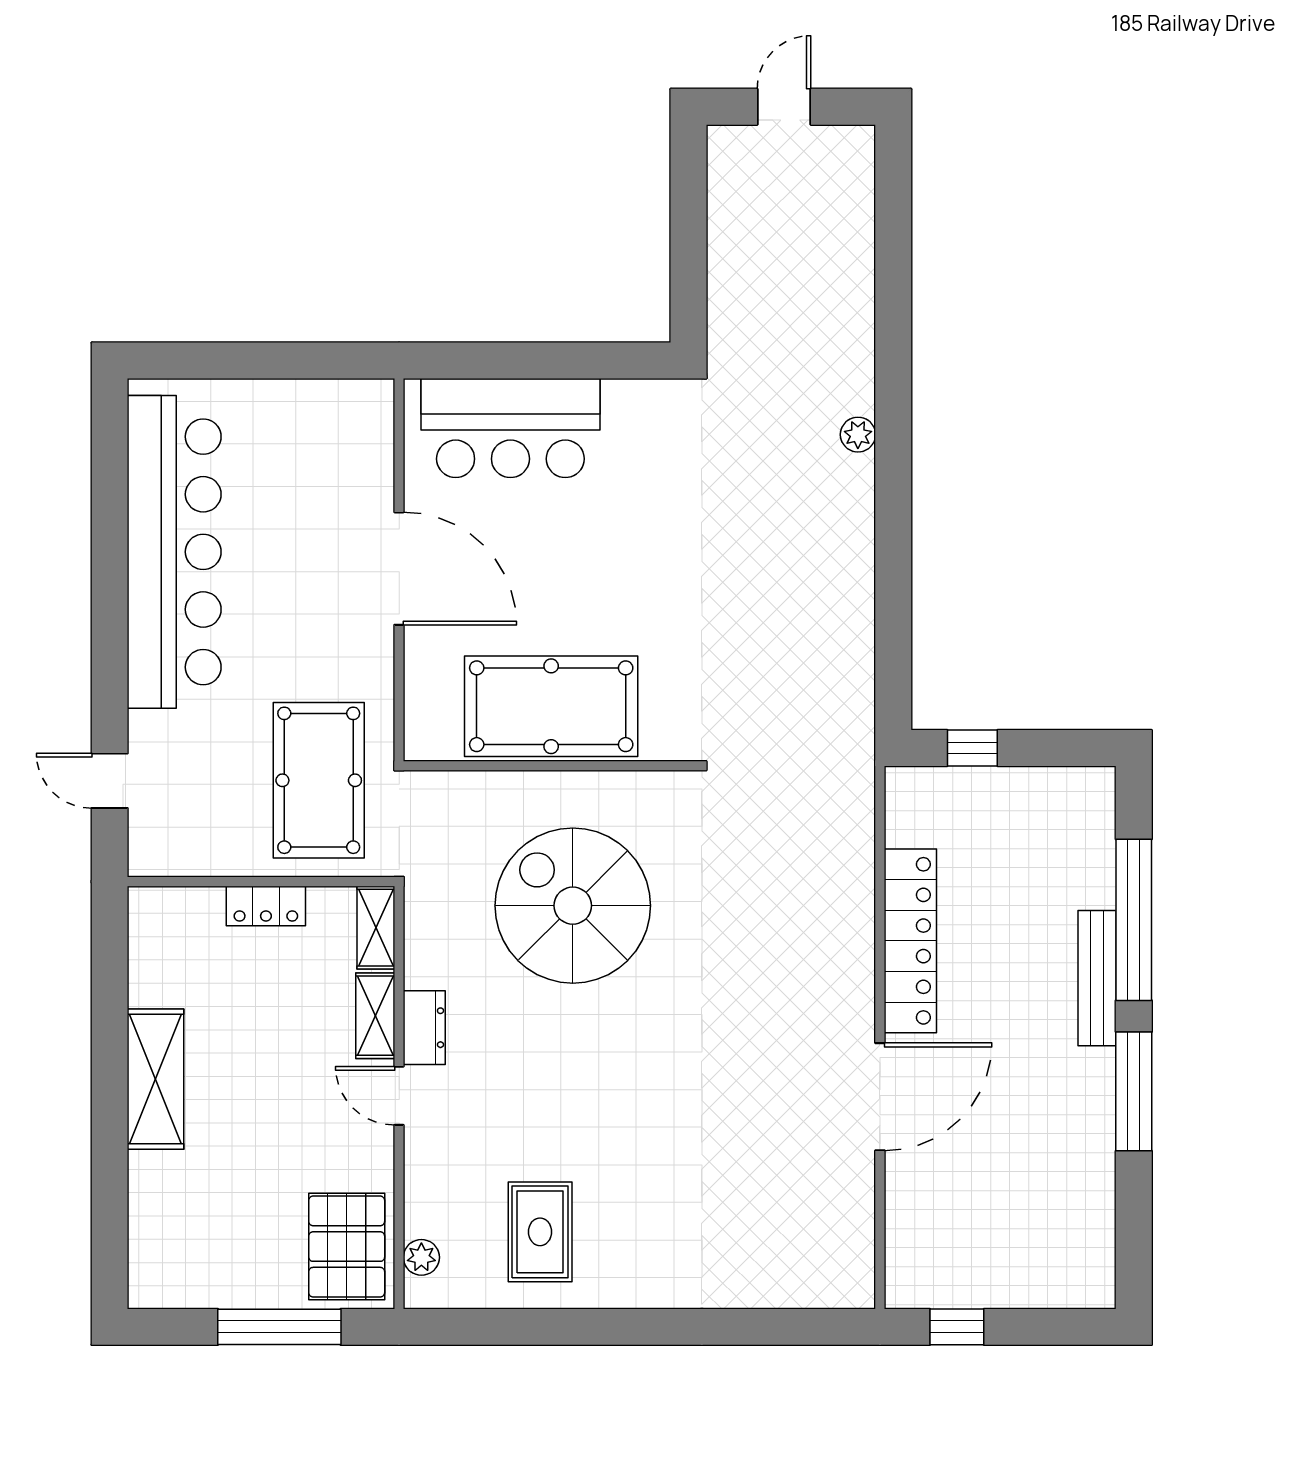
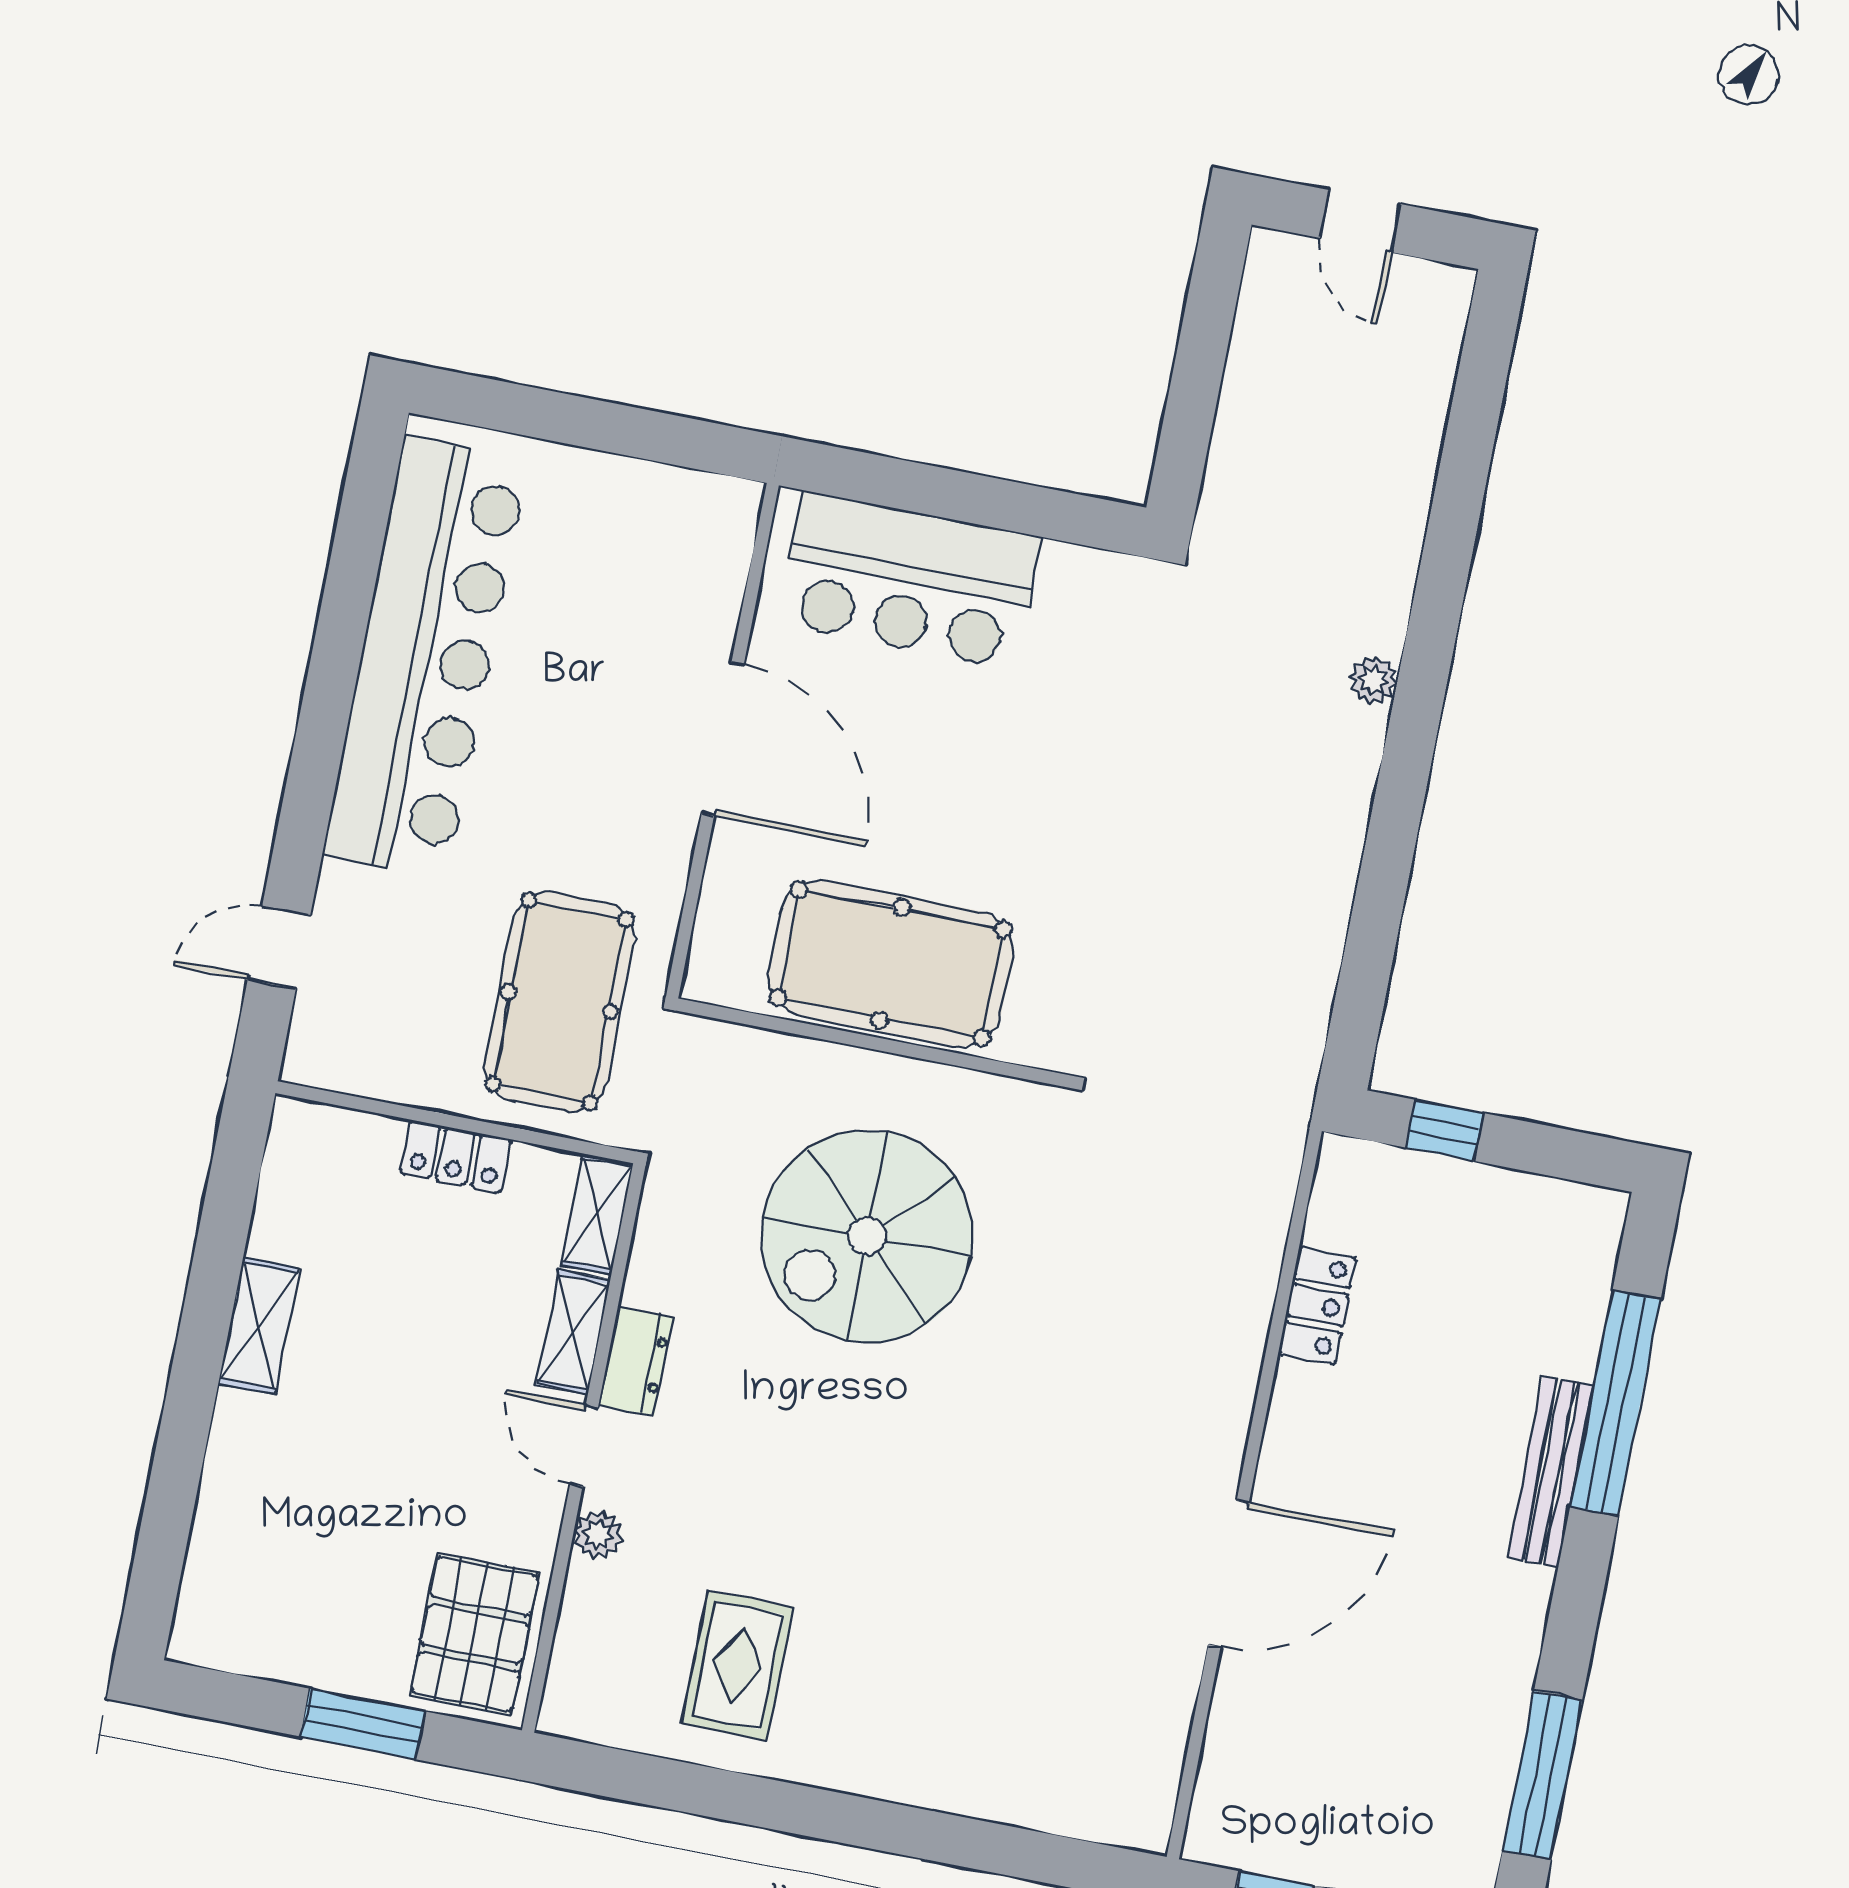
door: (784, 107) -> (1360, 221), swing flipped
door: (110, 781) -> (279, 947), hinge flipped
spiral stairs: (573, 906) -> (867, 1237), turned -90
locker: (910, 941) -> (1317, 1305), width x0.46, depth x0.83
shelving: (155, 1079) -> (259, 1326), width x0.67, depth x0.75
window: (1134, 1091) -> (1542, 1775), moved
plant: (421, 1257) -> (598, 1535), moved
window: (279, 1327) -> (363, 1724), width x0.69

